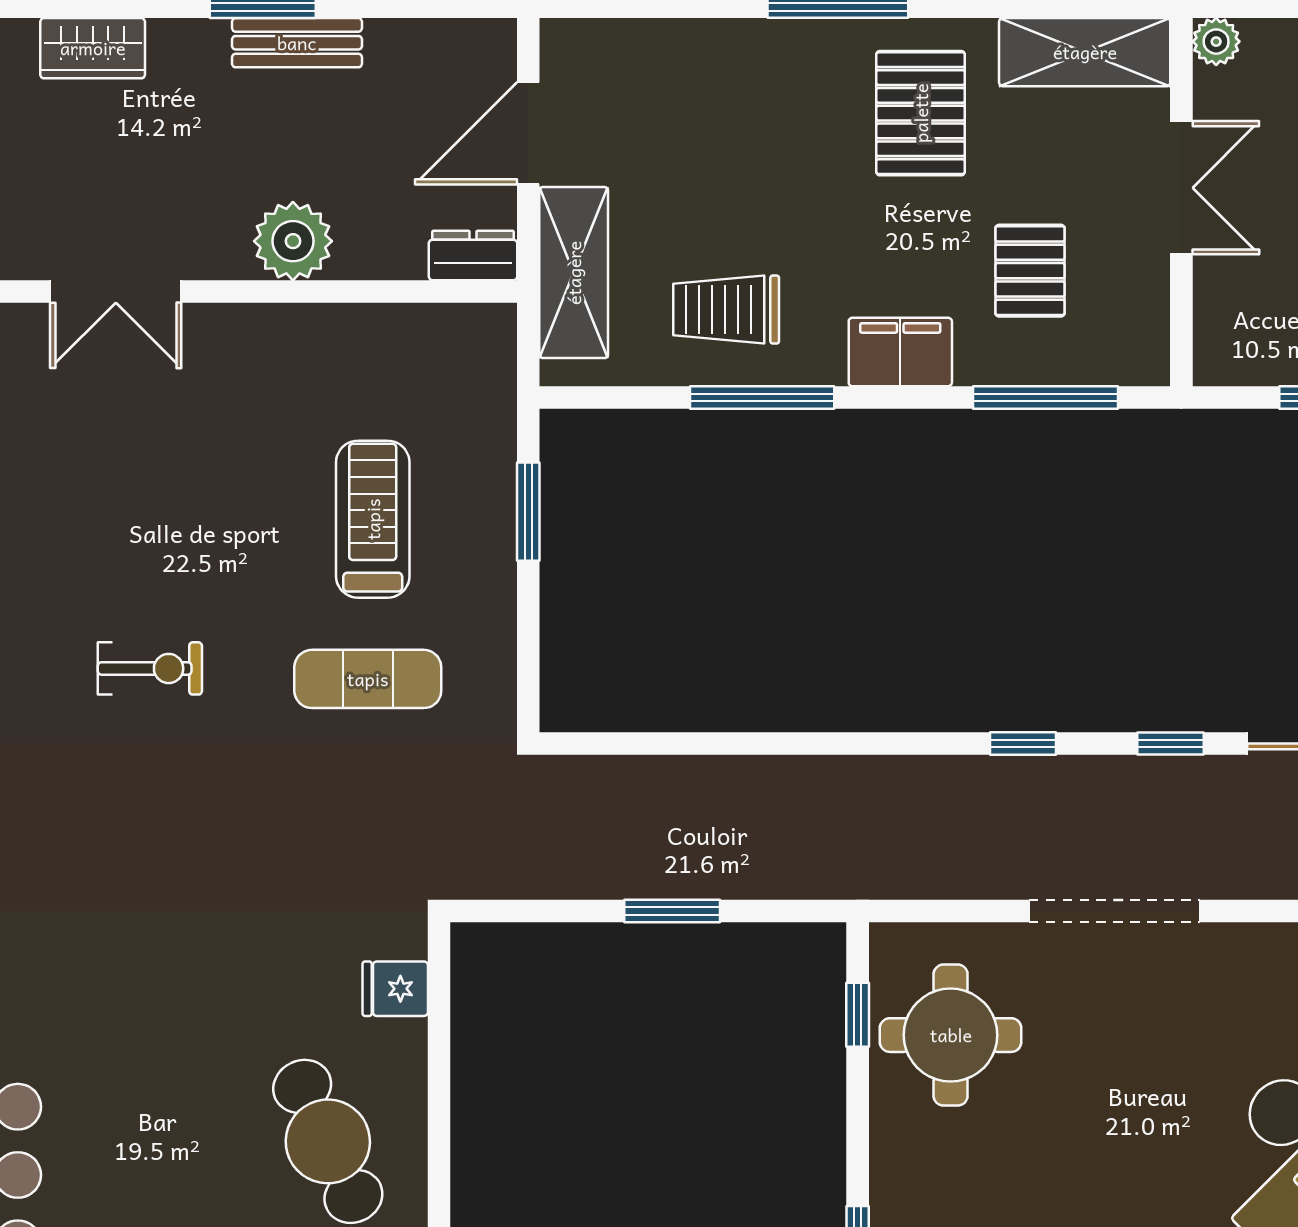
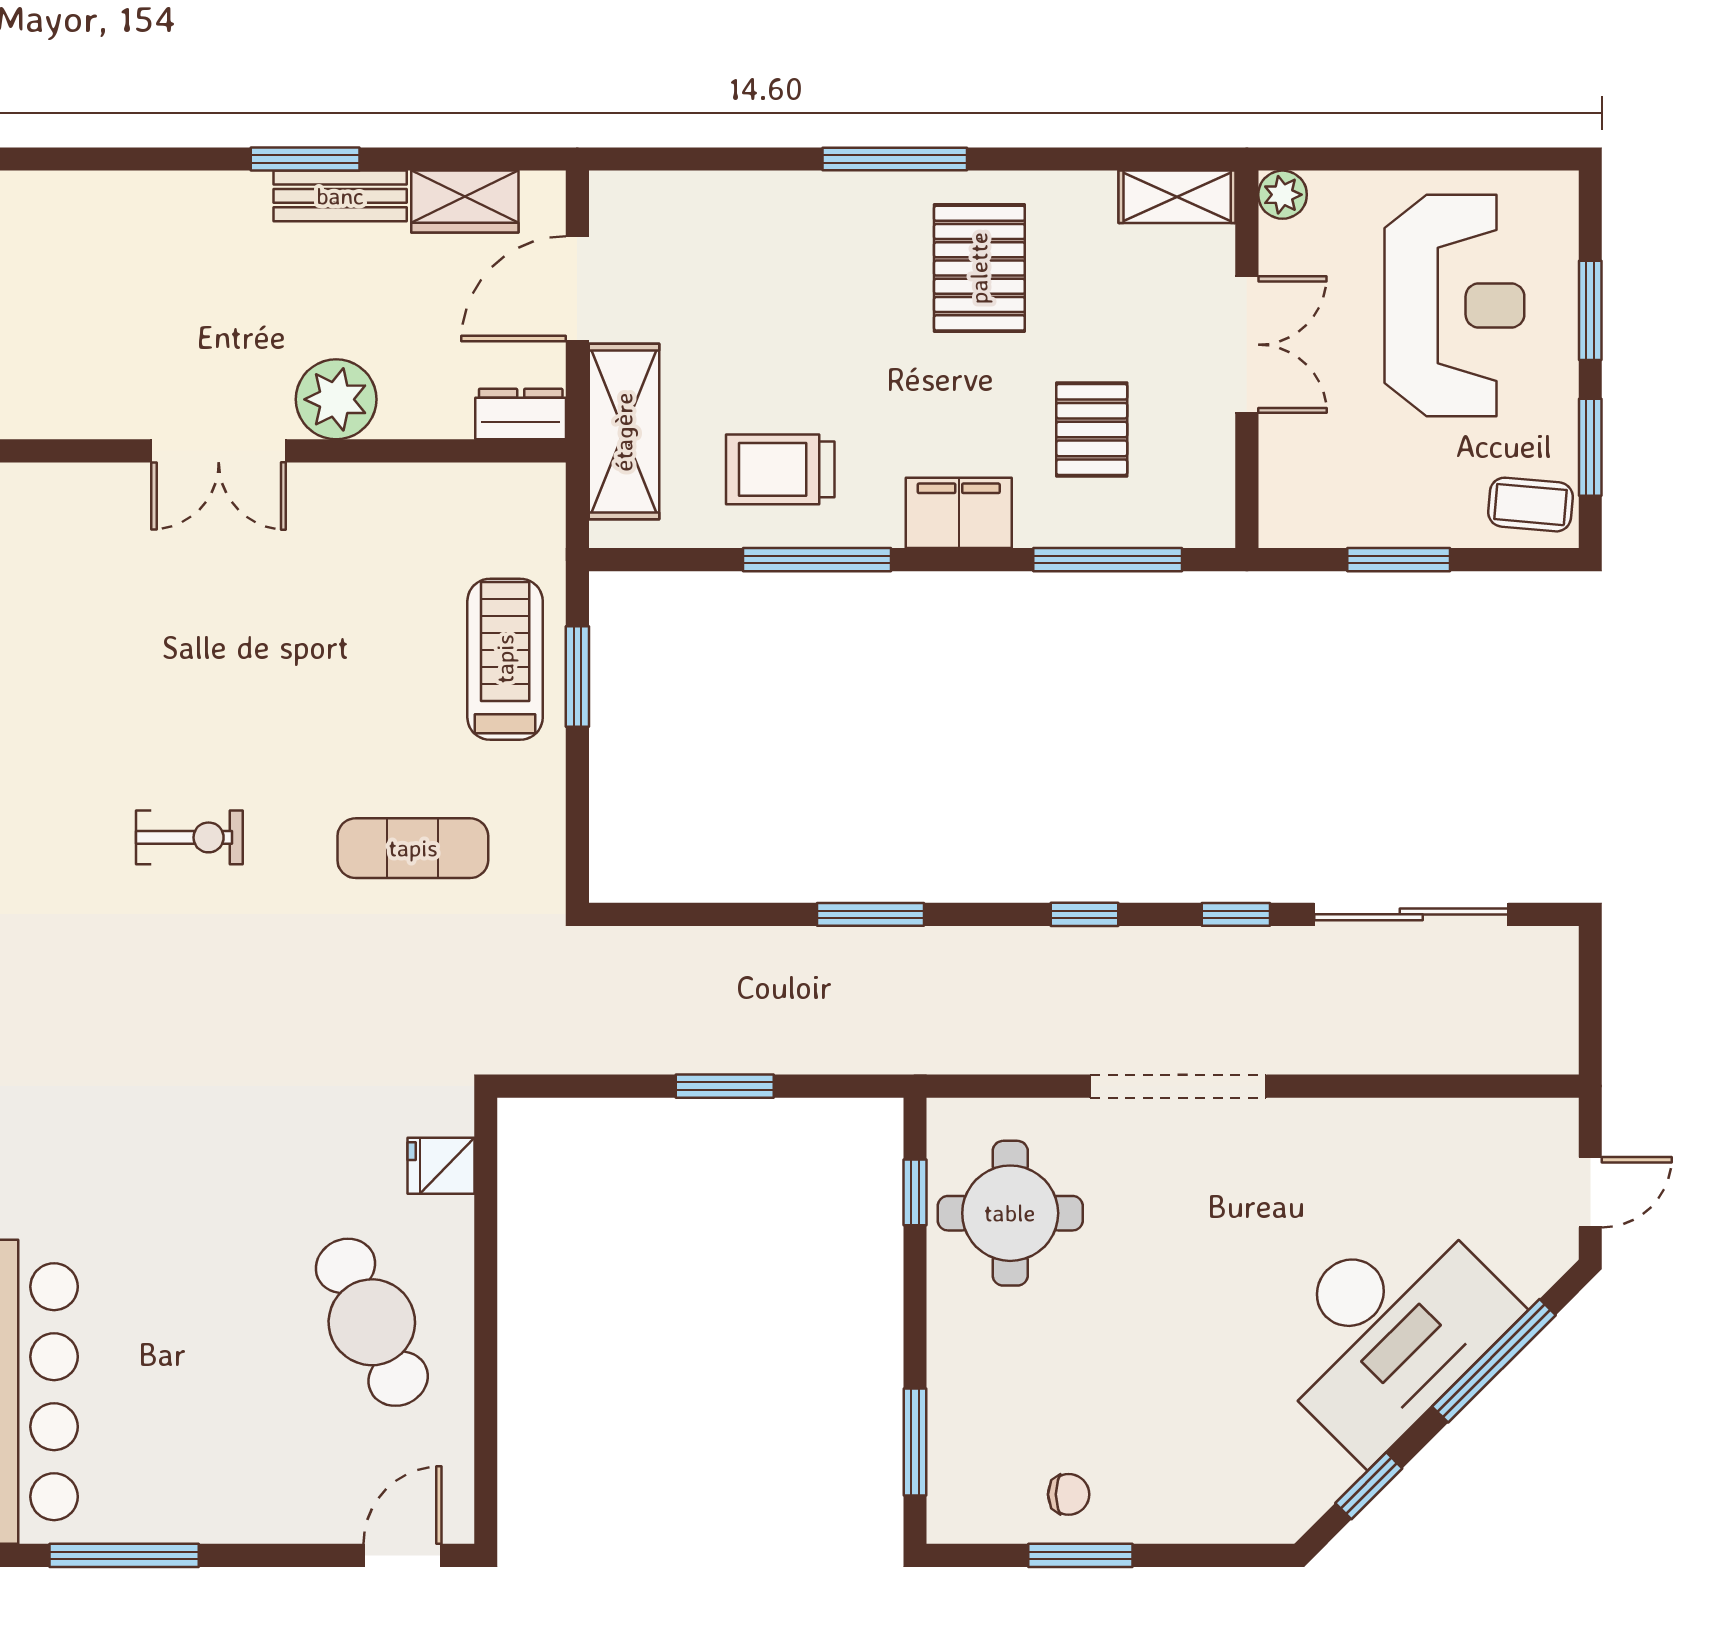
wardrobe: (93, 48) -> (465, 202), moved
shelving: (1085, 52) -> (1177, 197), width x0.67, depth x0.75
double door: (116, 291) -> (219, 451), moved
treadmill: (373, 519) -> (505, 659), moved
window: (814, 744) -> (871, 914), added

